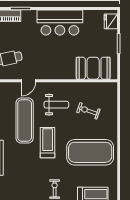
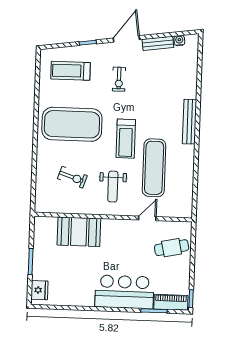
bar counter: (60, 22) -> (124, 292), moved
booth: (93, 68) -> (79, 232), moved
weight bench: (56, 105) -> (113, 187), turned -90

